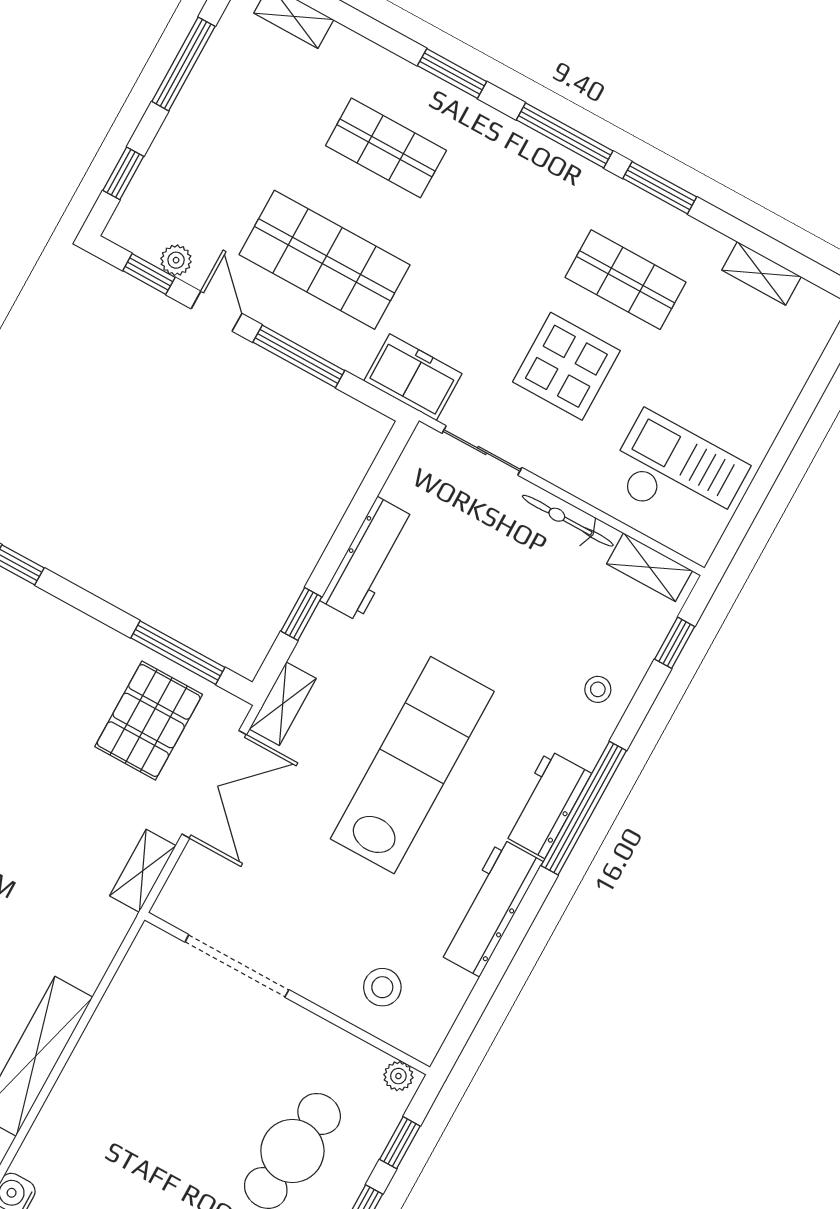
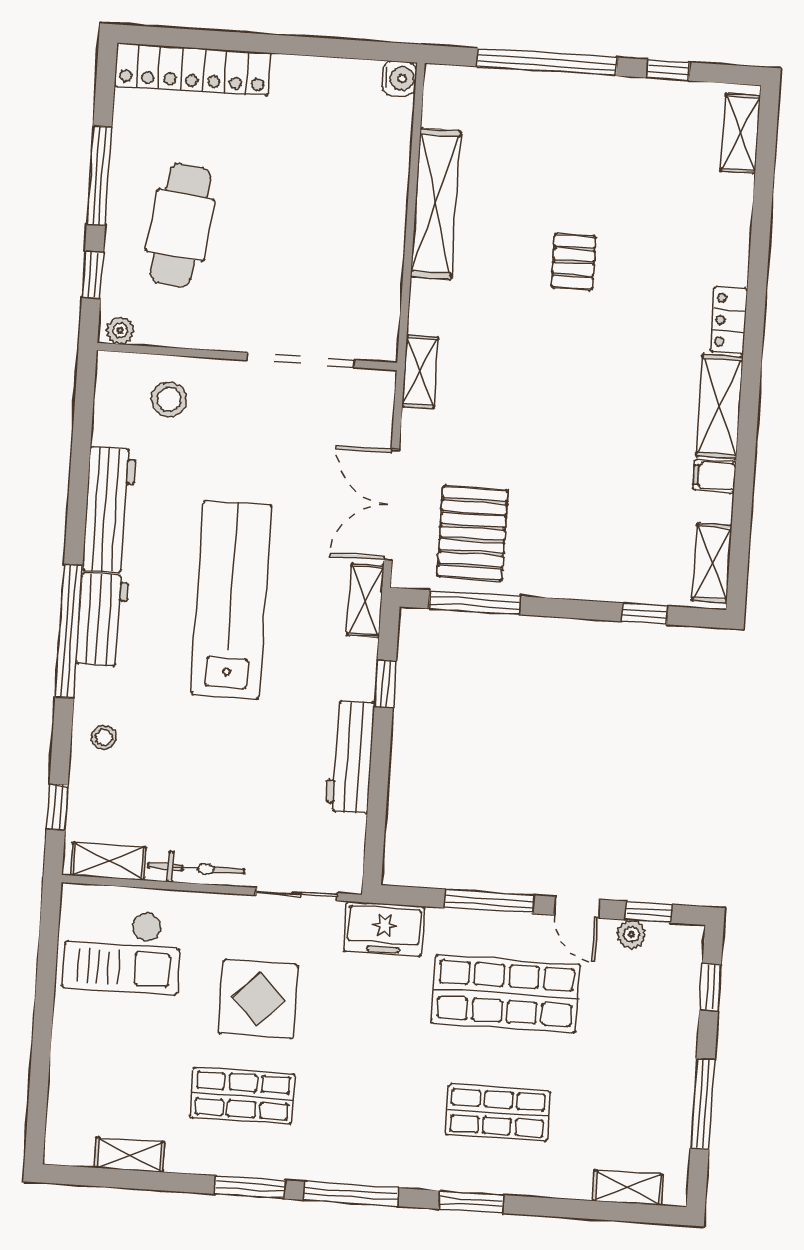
lab bench: (412, 765) -> (231, 600), turned 180
shelving: (143, 871) -> (420, 372), moved

